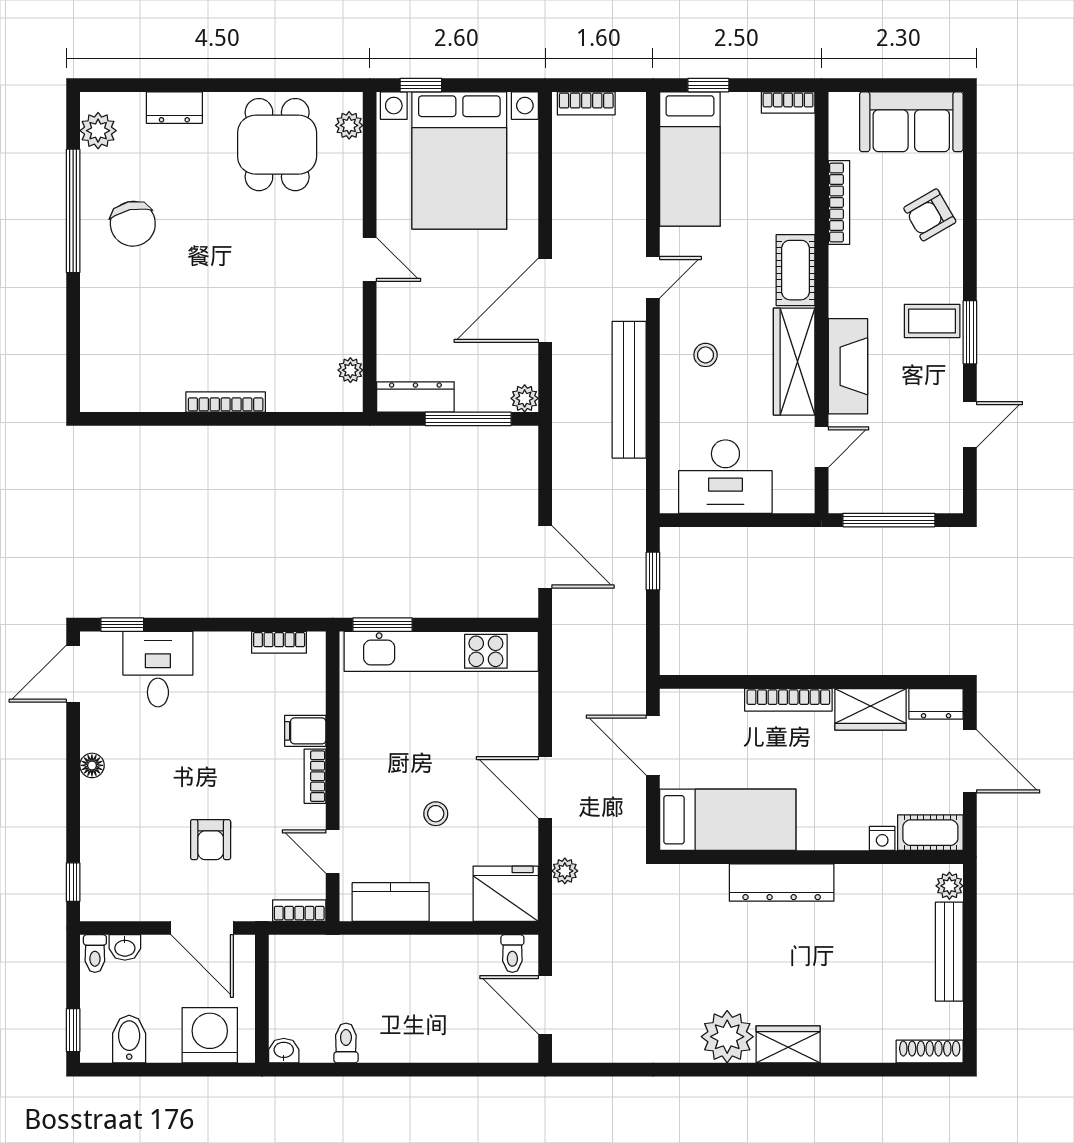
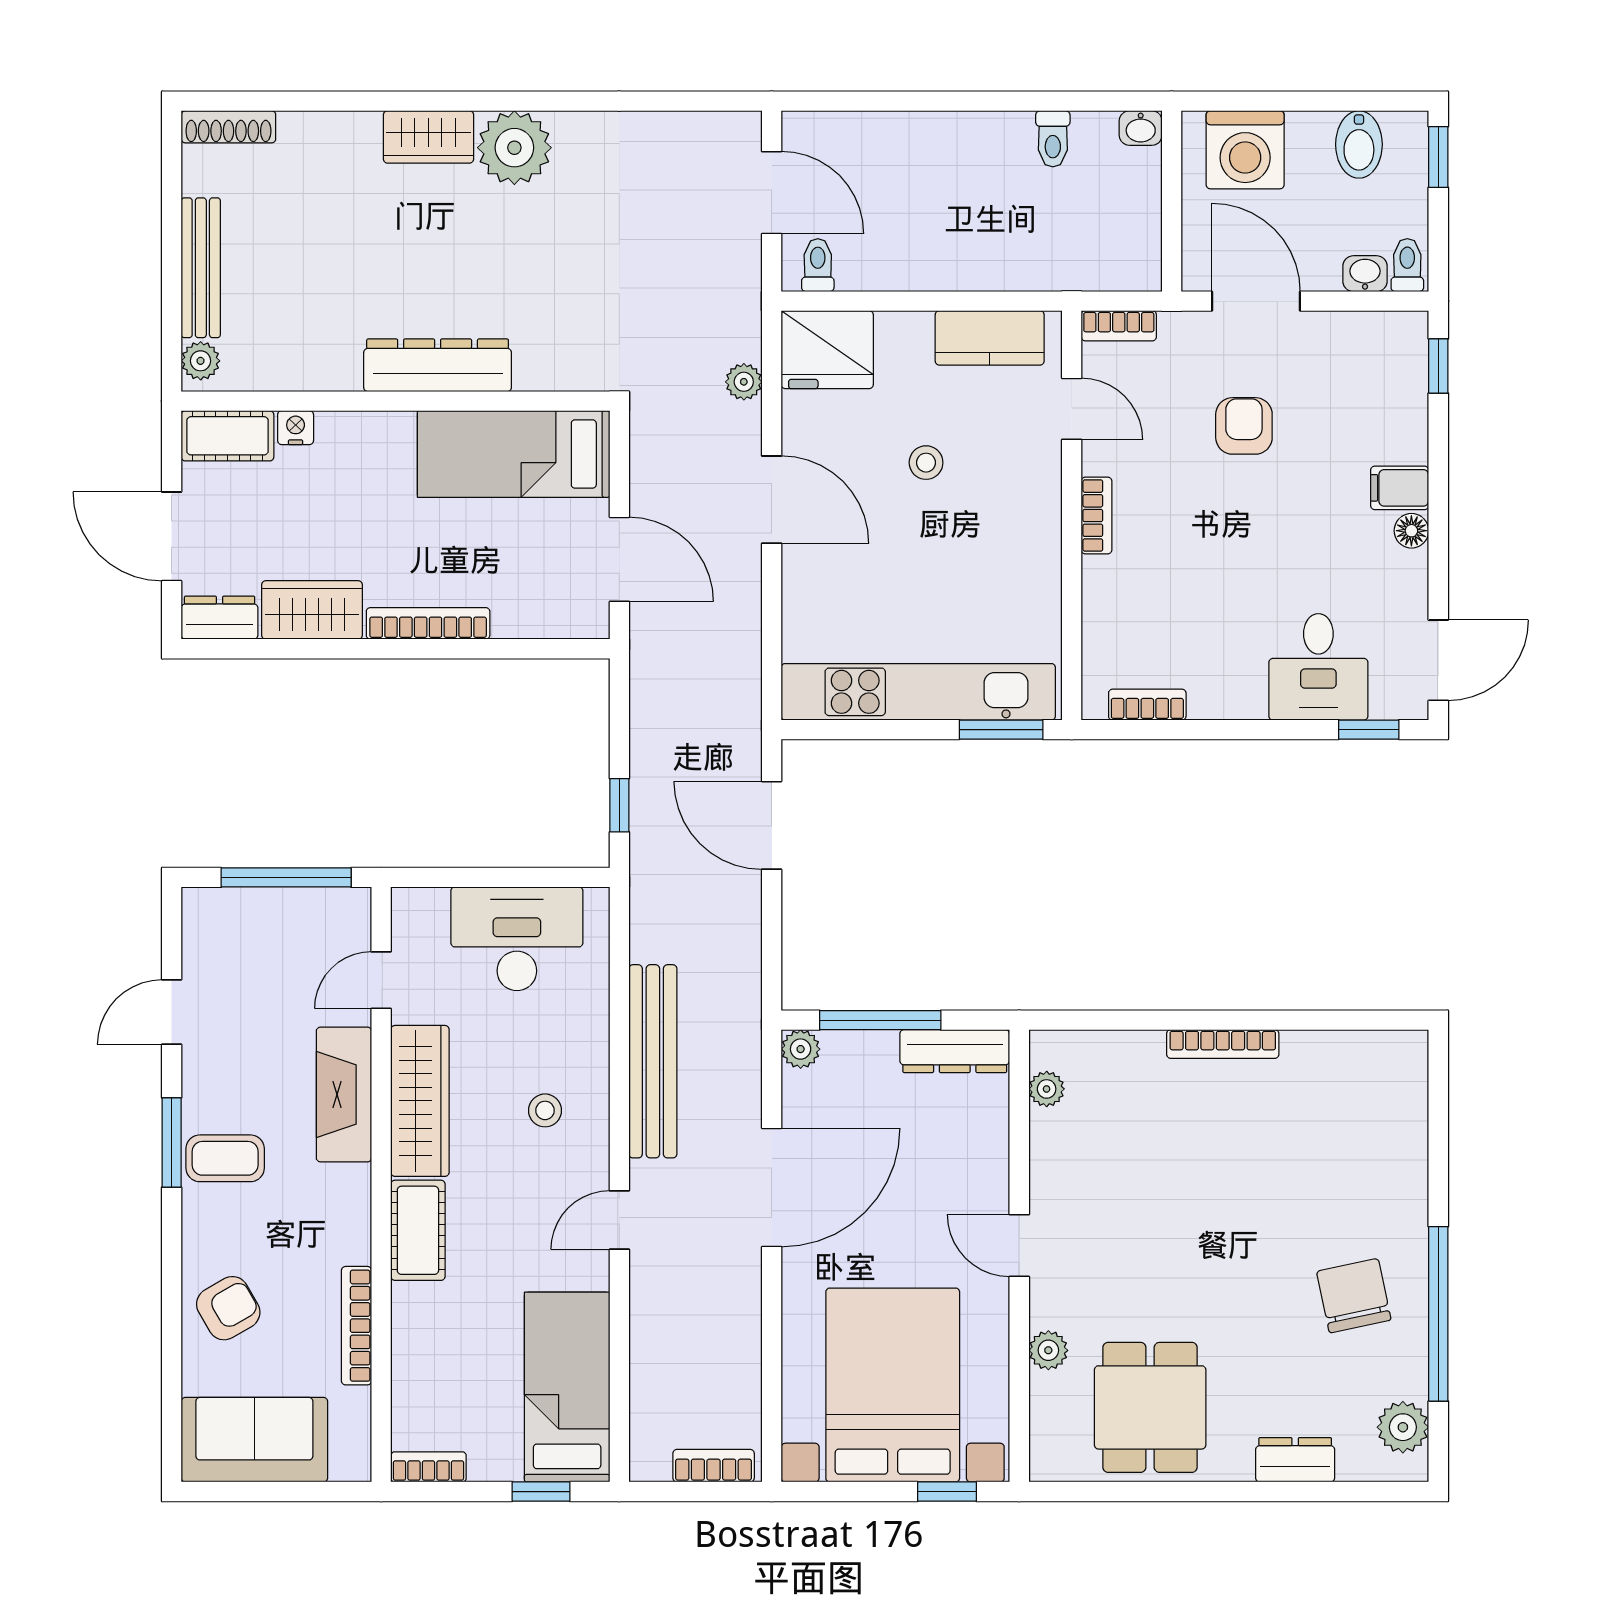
plant: (349, 125) -> (1048, 1350), moved
filing cabinet: (305, 731) -> (1400, 488), moved, turned 180

